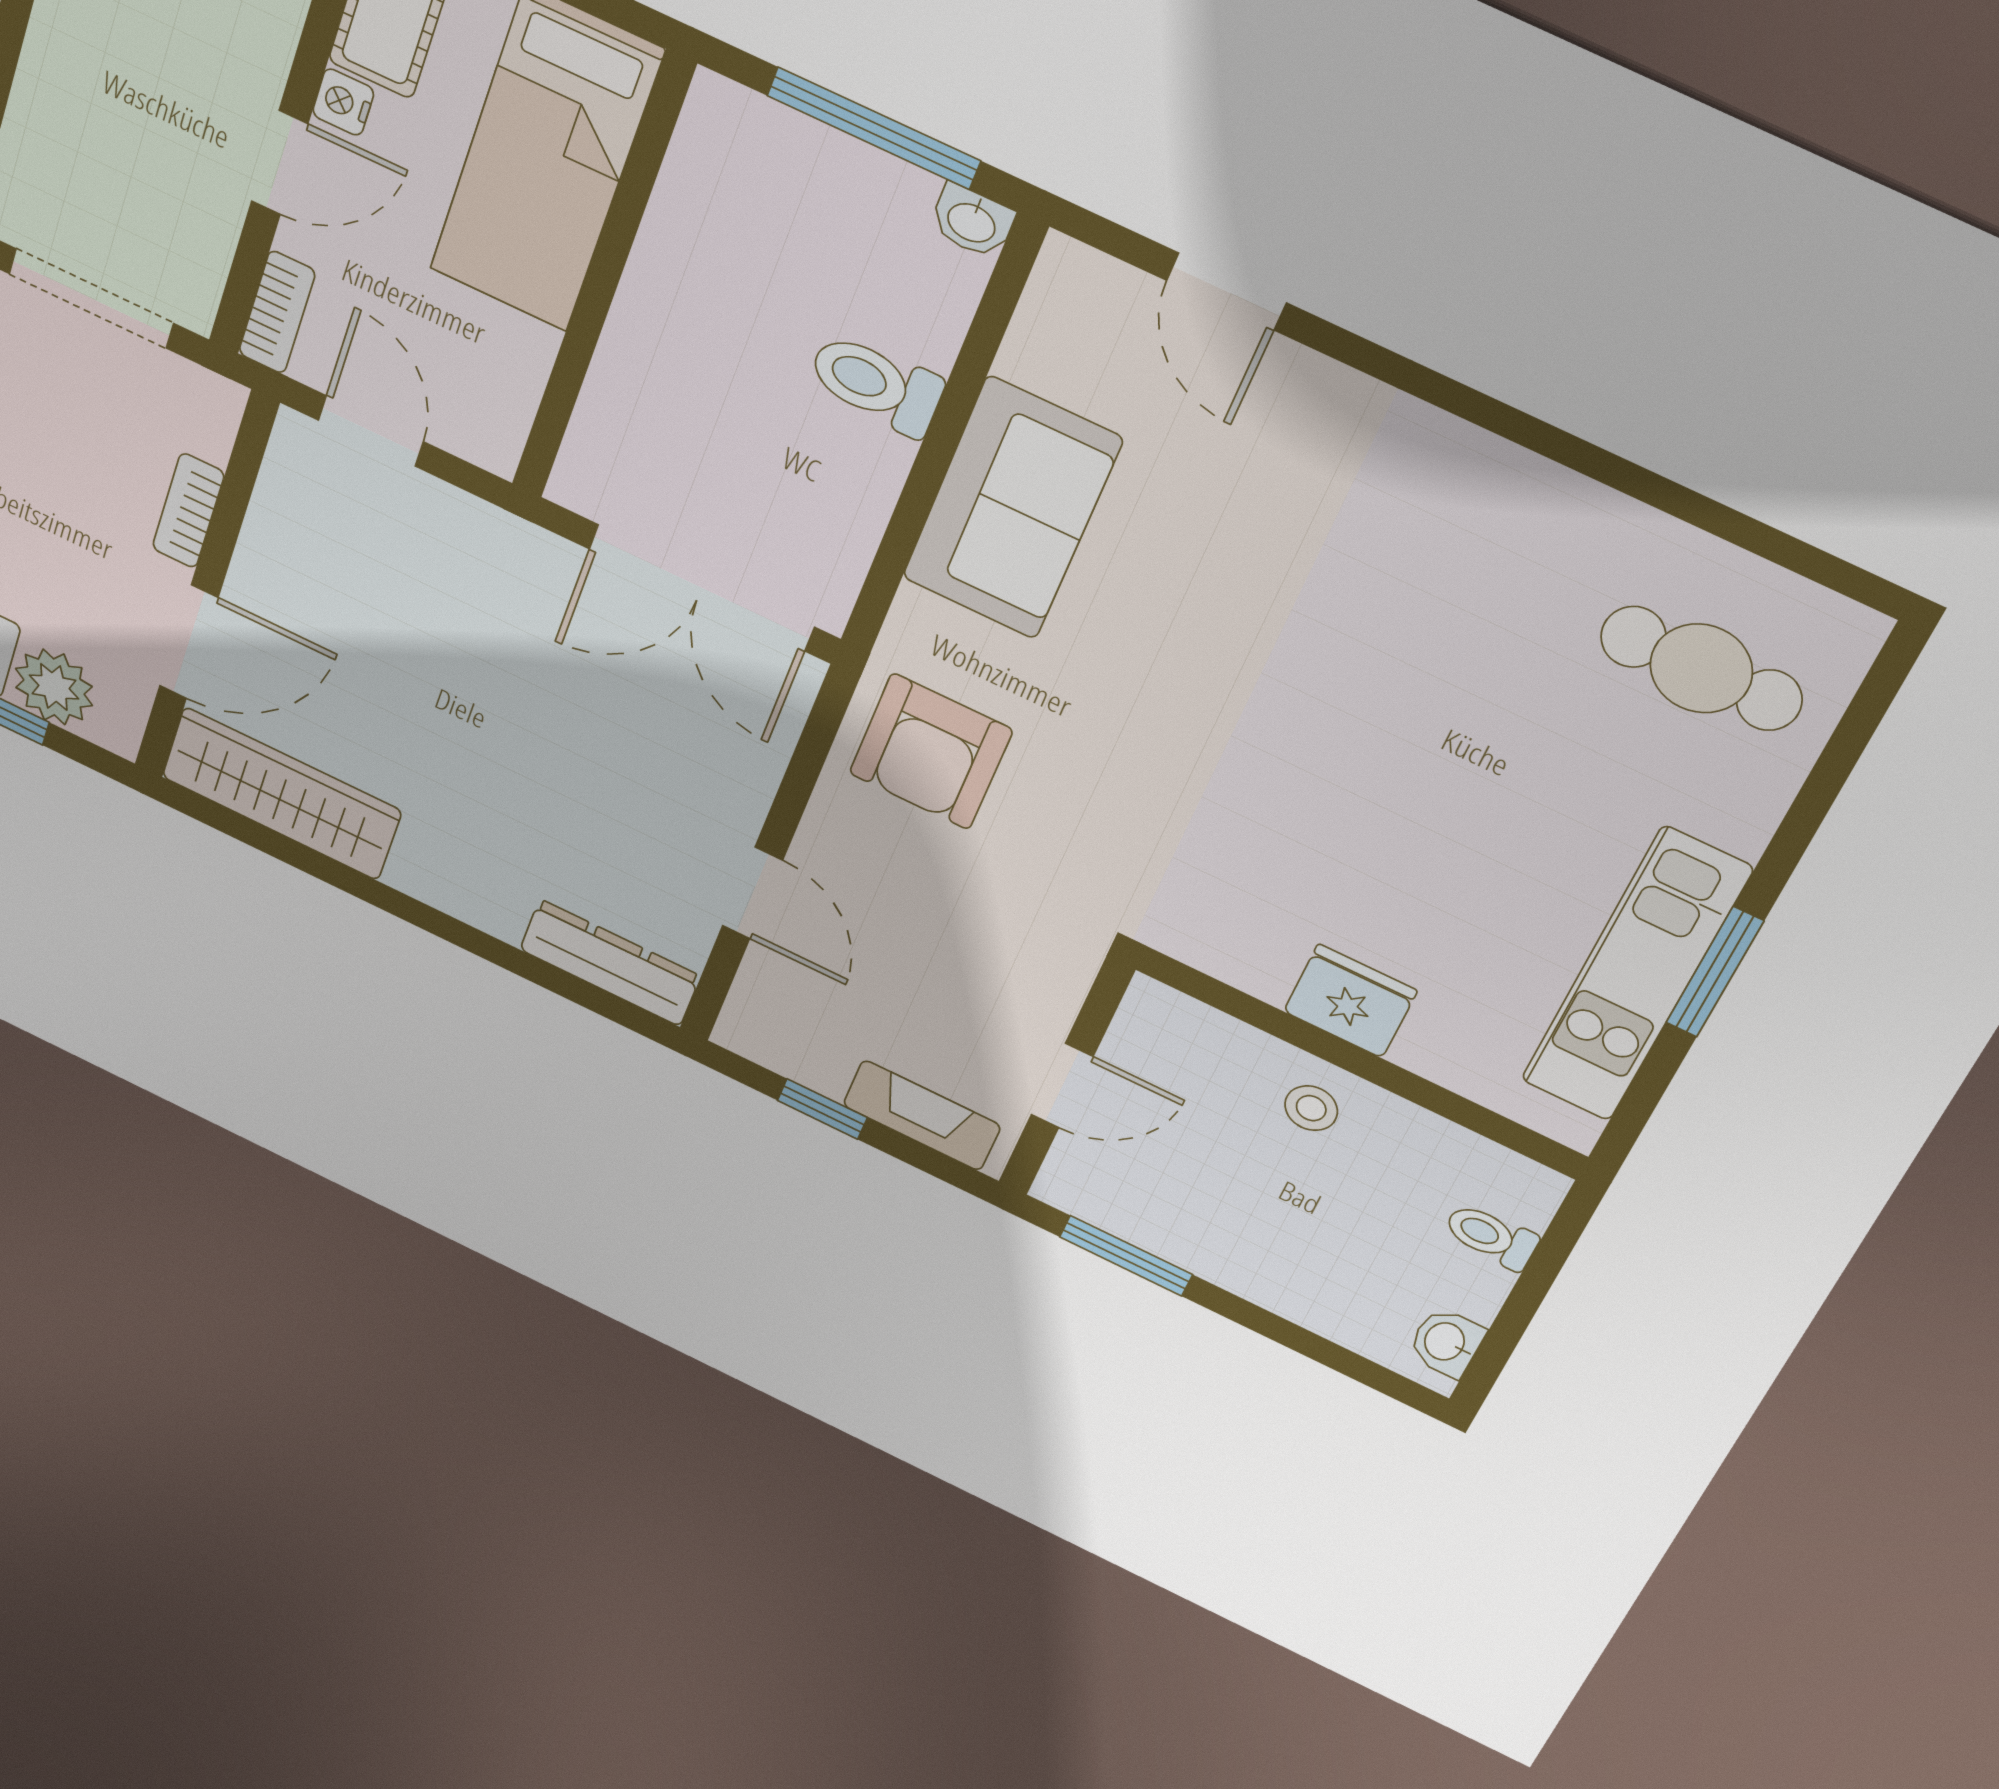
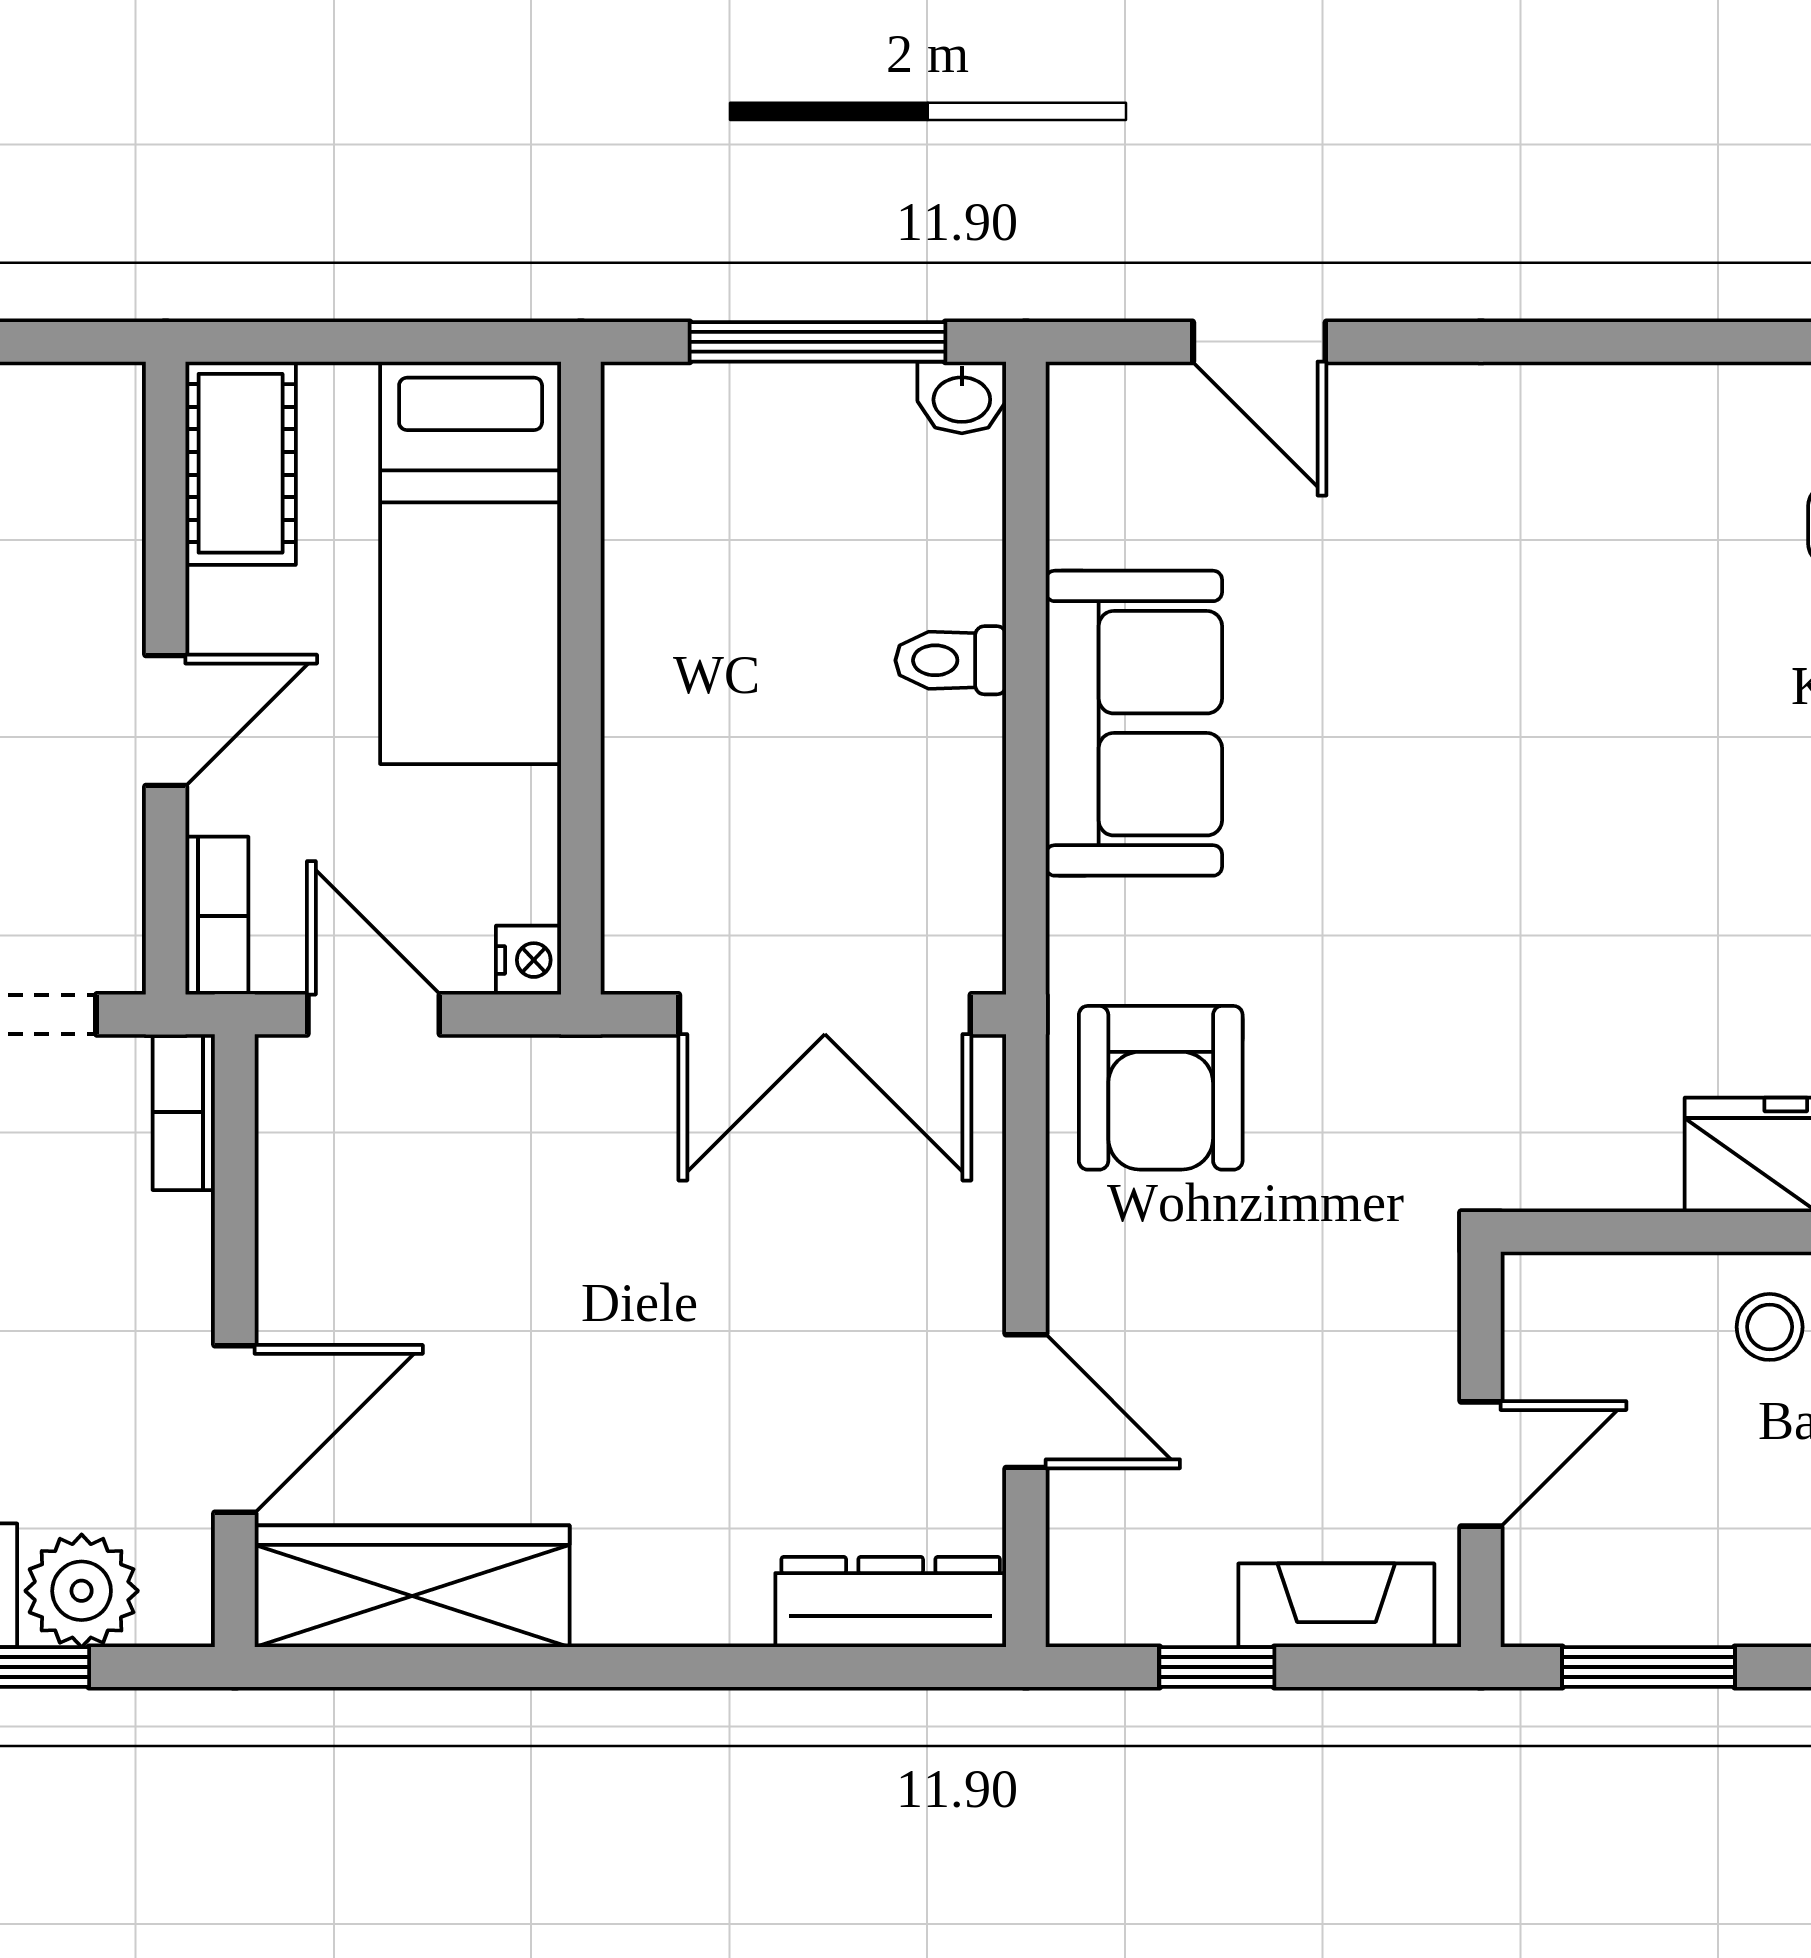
nightstand: (343, 102) -> (529, 960), moved, turned 180
toilet: (876, 384) -> (951, 660), width x0.73, depth x0.72
bookcase: (188, 511) -> (184, 1112), moved

